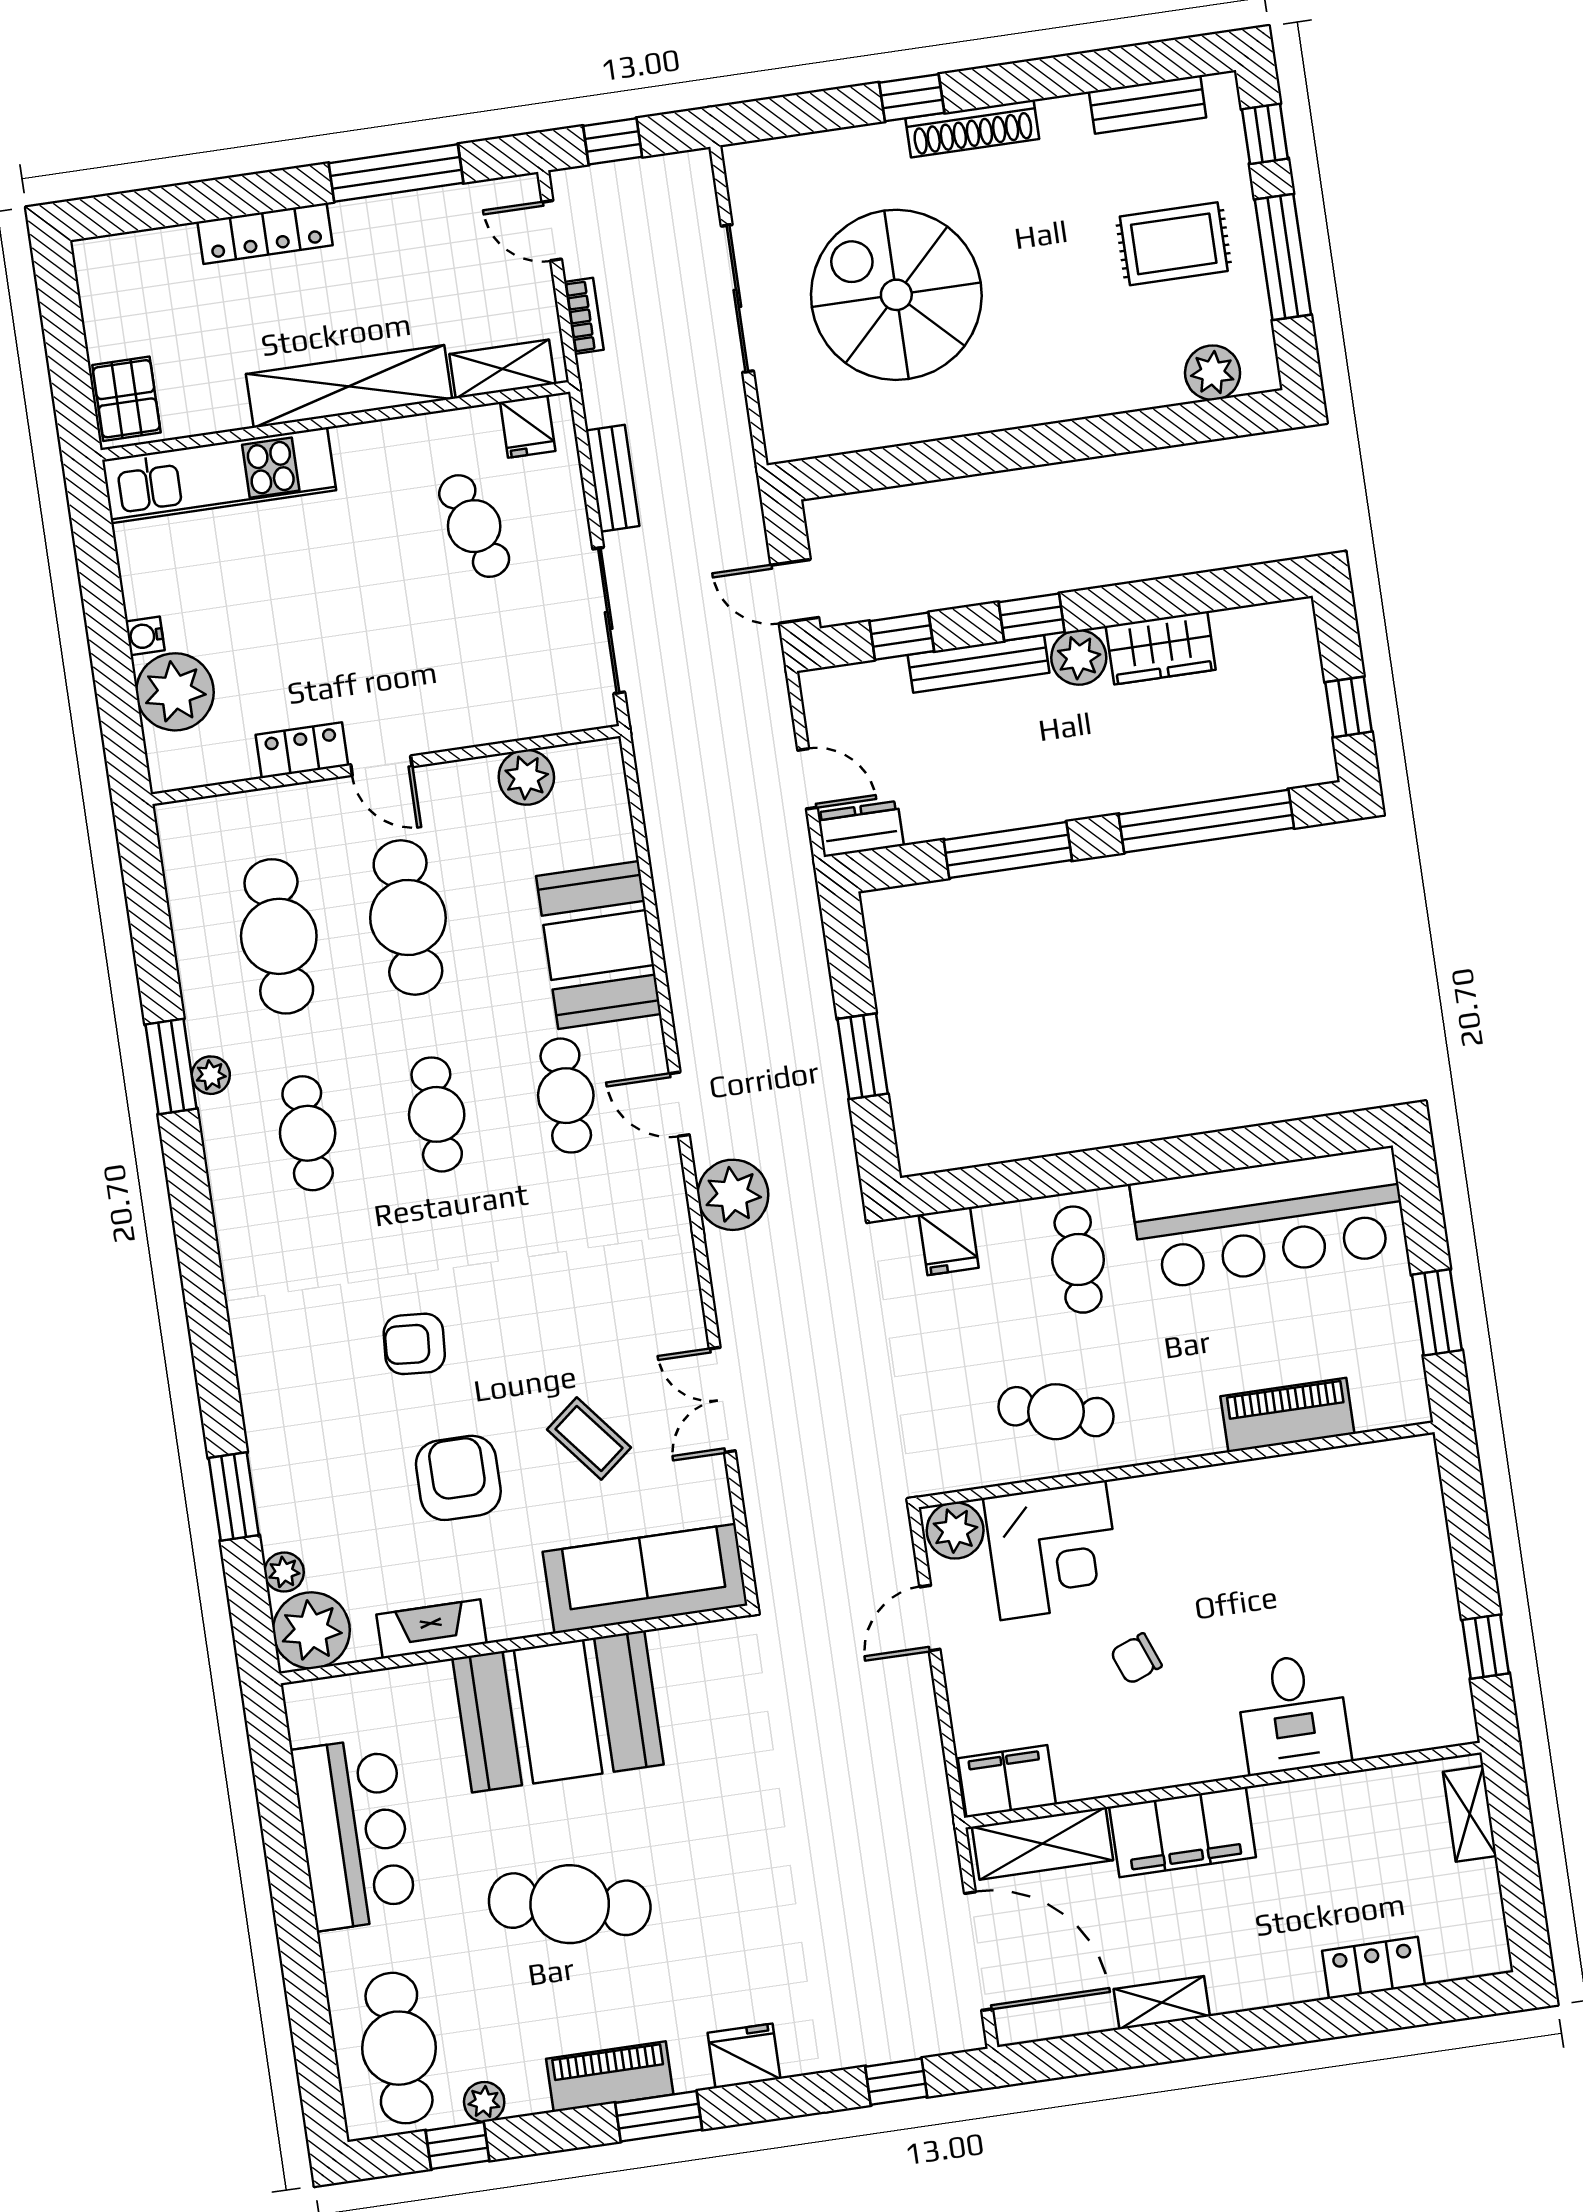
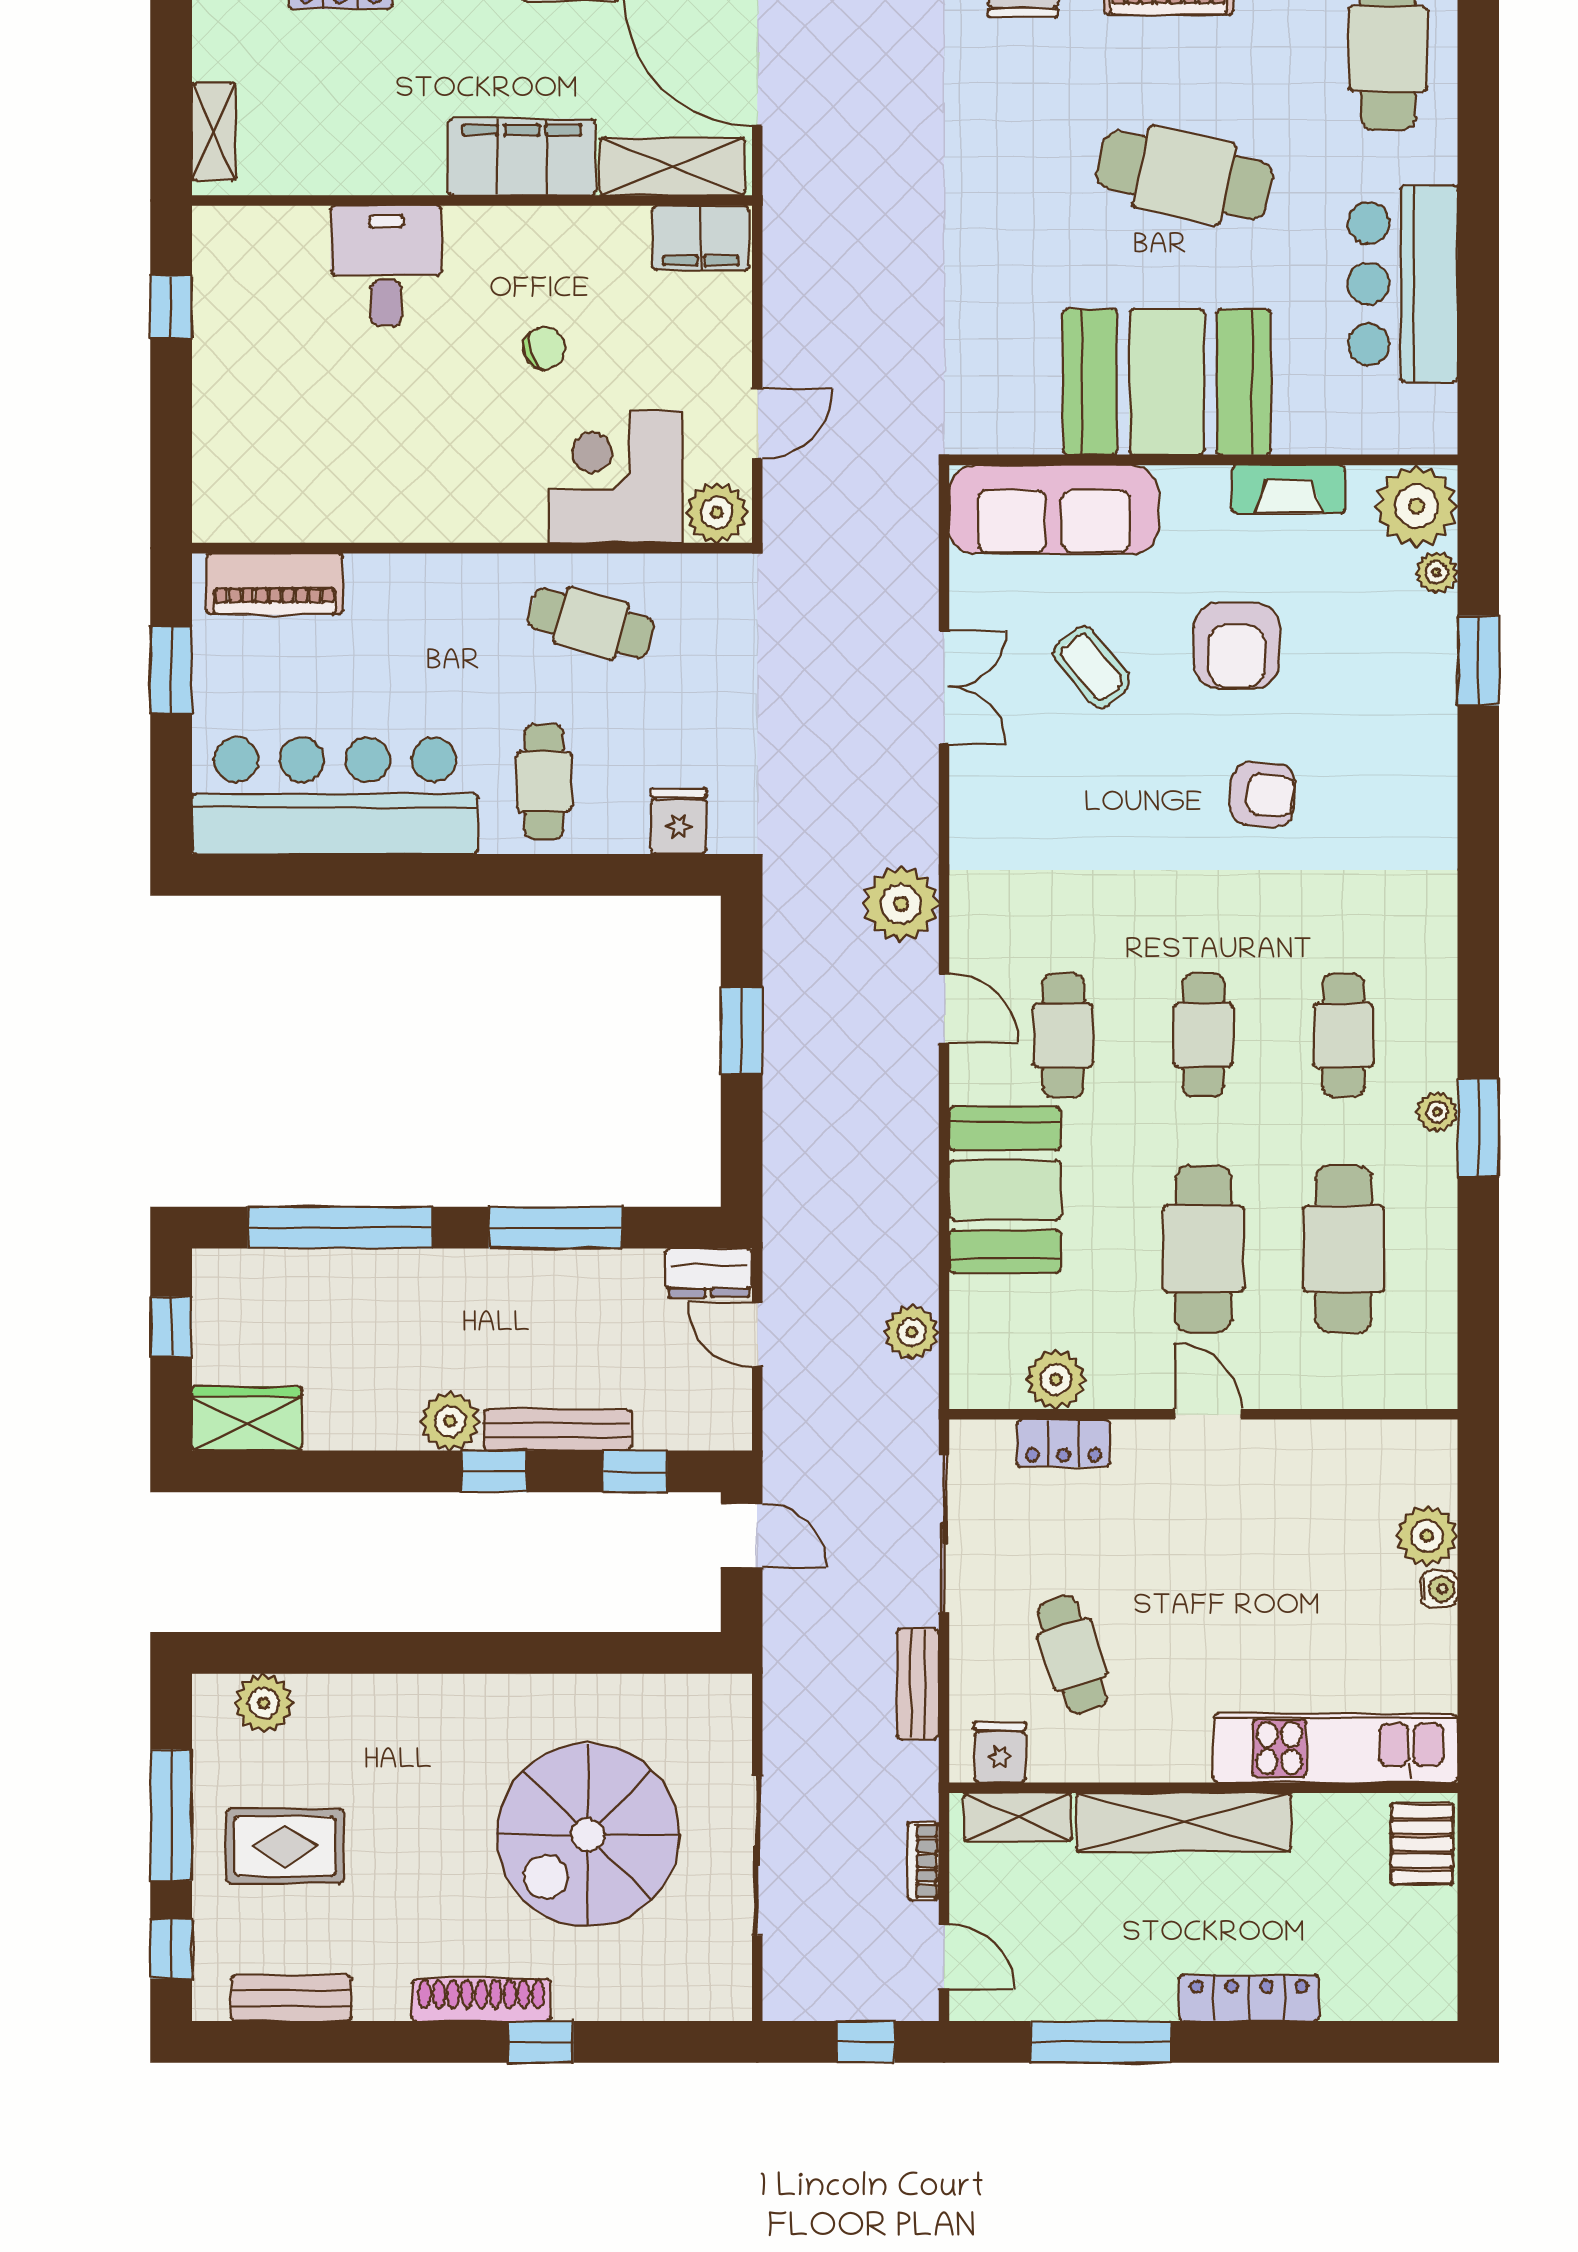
spiral stairs: (896, 295) -> (588, 1835), turned 90
wardrobe: (1161, 648) -> (247, 1419), moved
plant: (175, 692) -> (1427, 1536), width x0.73, depth x0.73
locker: (302, 750) -> (1063, 1443), moved
plant: (665, 802) -> (912, 1332), added
piano: (1287, 1415) -> (275, 584), moved

